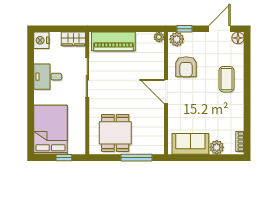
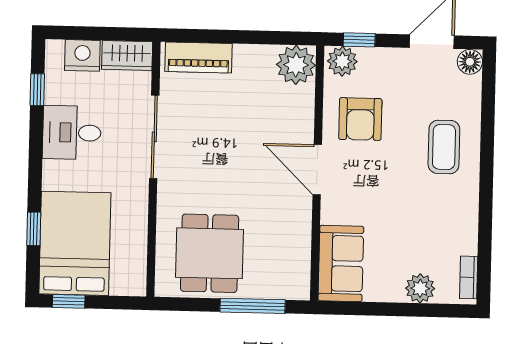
plant: (159, 37) -> (296, 65), width x1.87, depth x1.87
nightstand: (41, 40) -> (82, 55), moved, turned 90
piano: (113, 41) -> (198, 58), width x0.73, depth x0.75
window: (31, 56) -> (37, 90), added
window: (31, 123) -> (34, 229), added
sofa: (190, 144) -> (341, 263), moved, turned 90
window: (64, 158) -> (69, 301), moved

